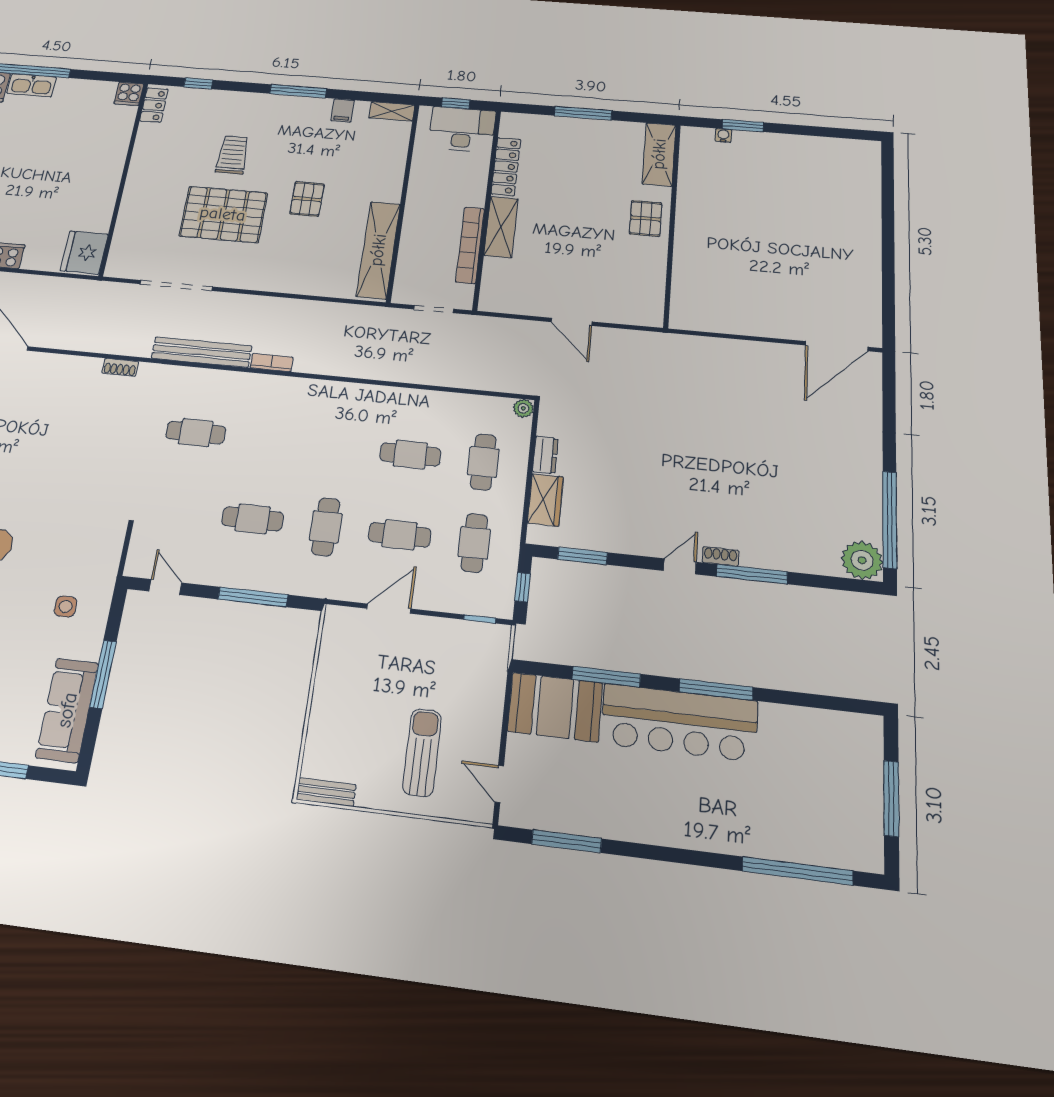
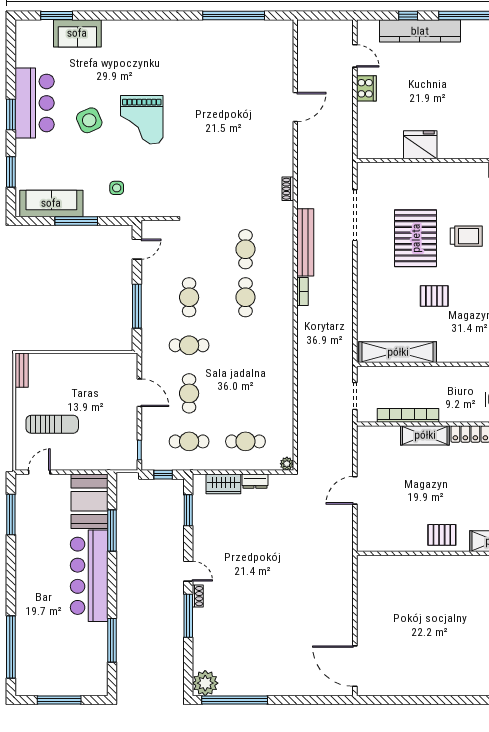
fridge: (84, 252) -> (420, 145), moved
cafe table: (410, 454) -> (245, 297), moved
window: (716, 689) -> (112, 640), moved

